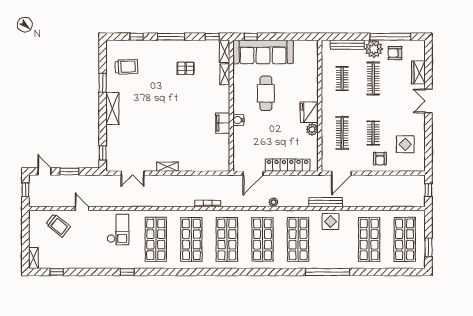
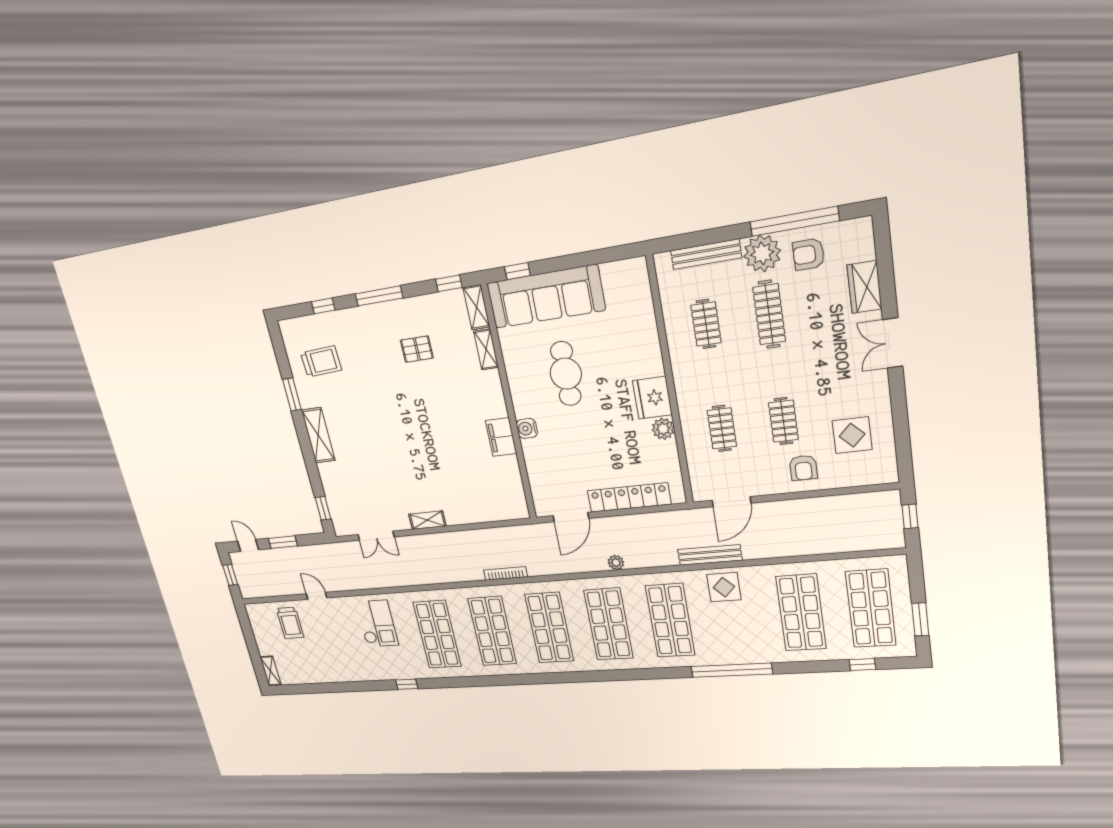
clothes rail: (342, 133) -> (722, 428), width x0.73
trolley: (58, 225) -> (290, 623), turned 52
window: (57, 272) -> (862, 665), moved

